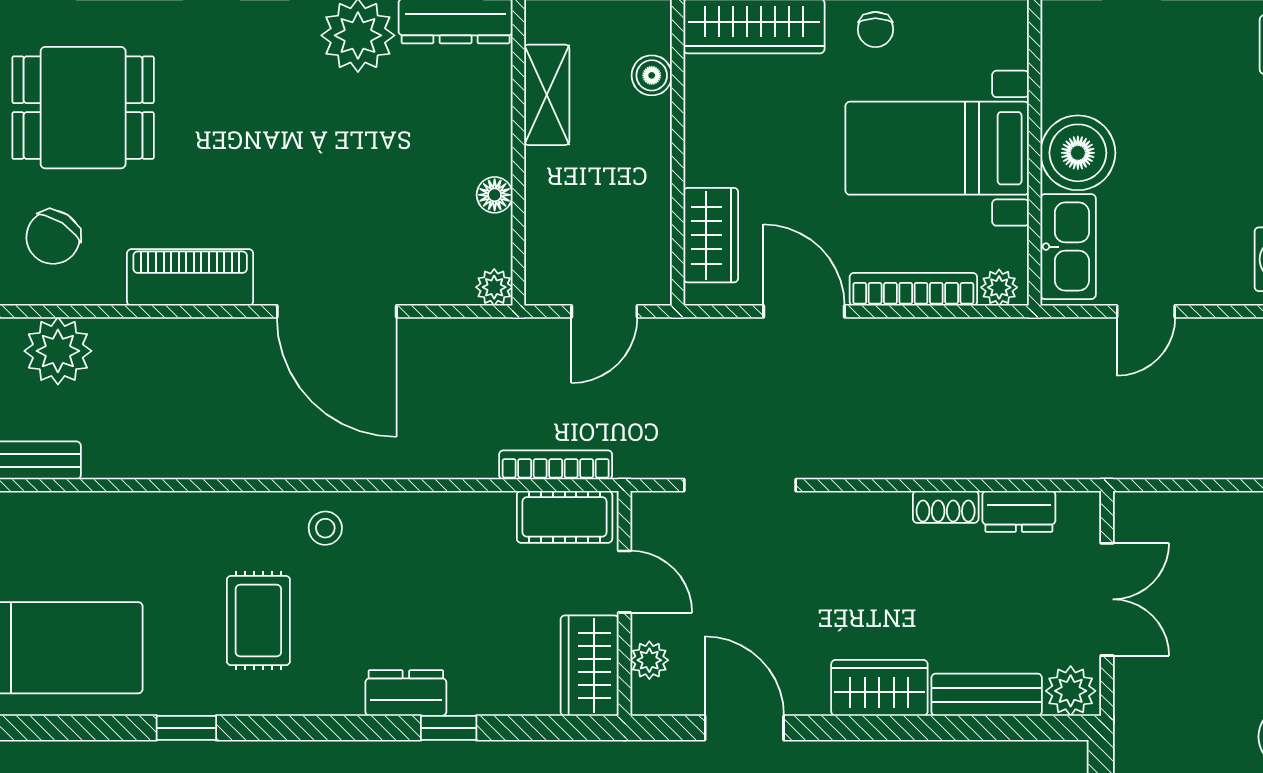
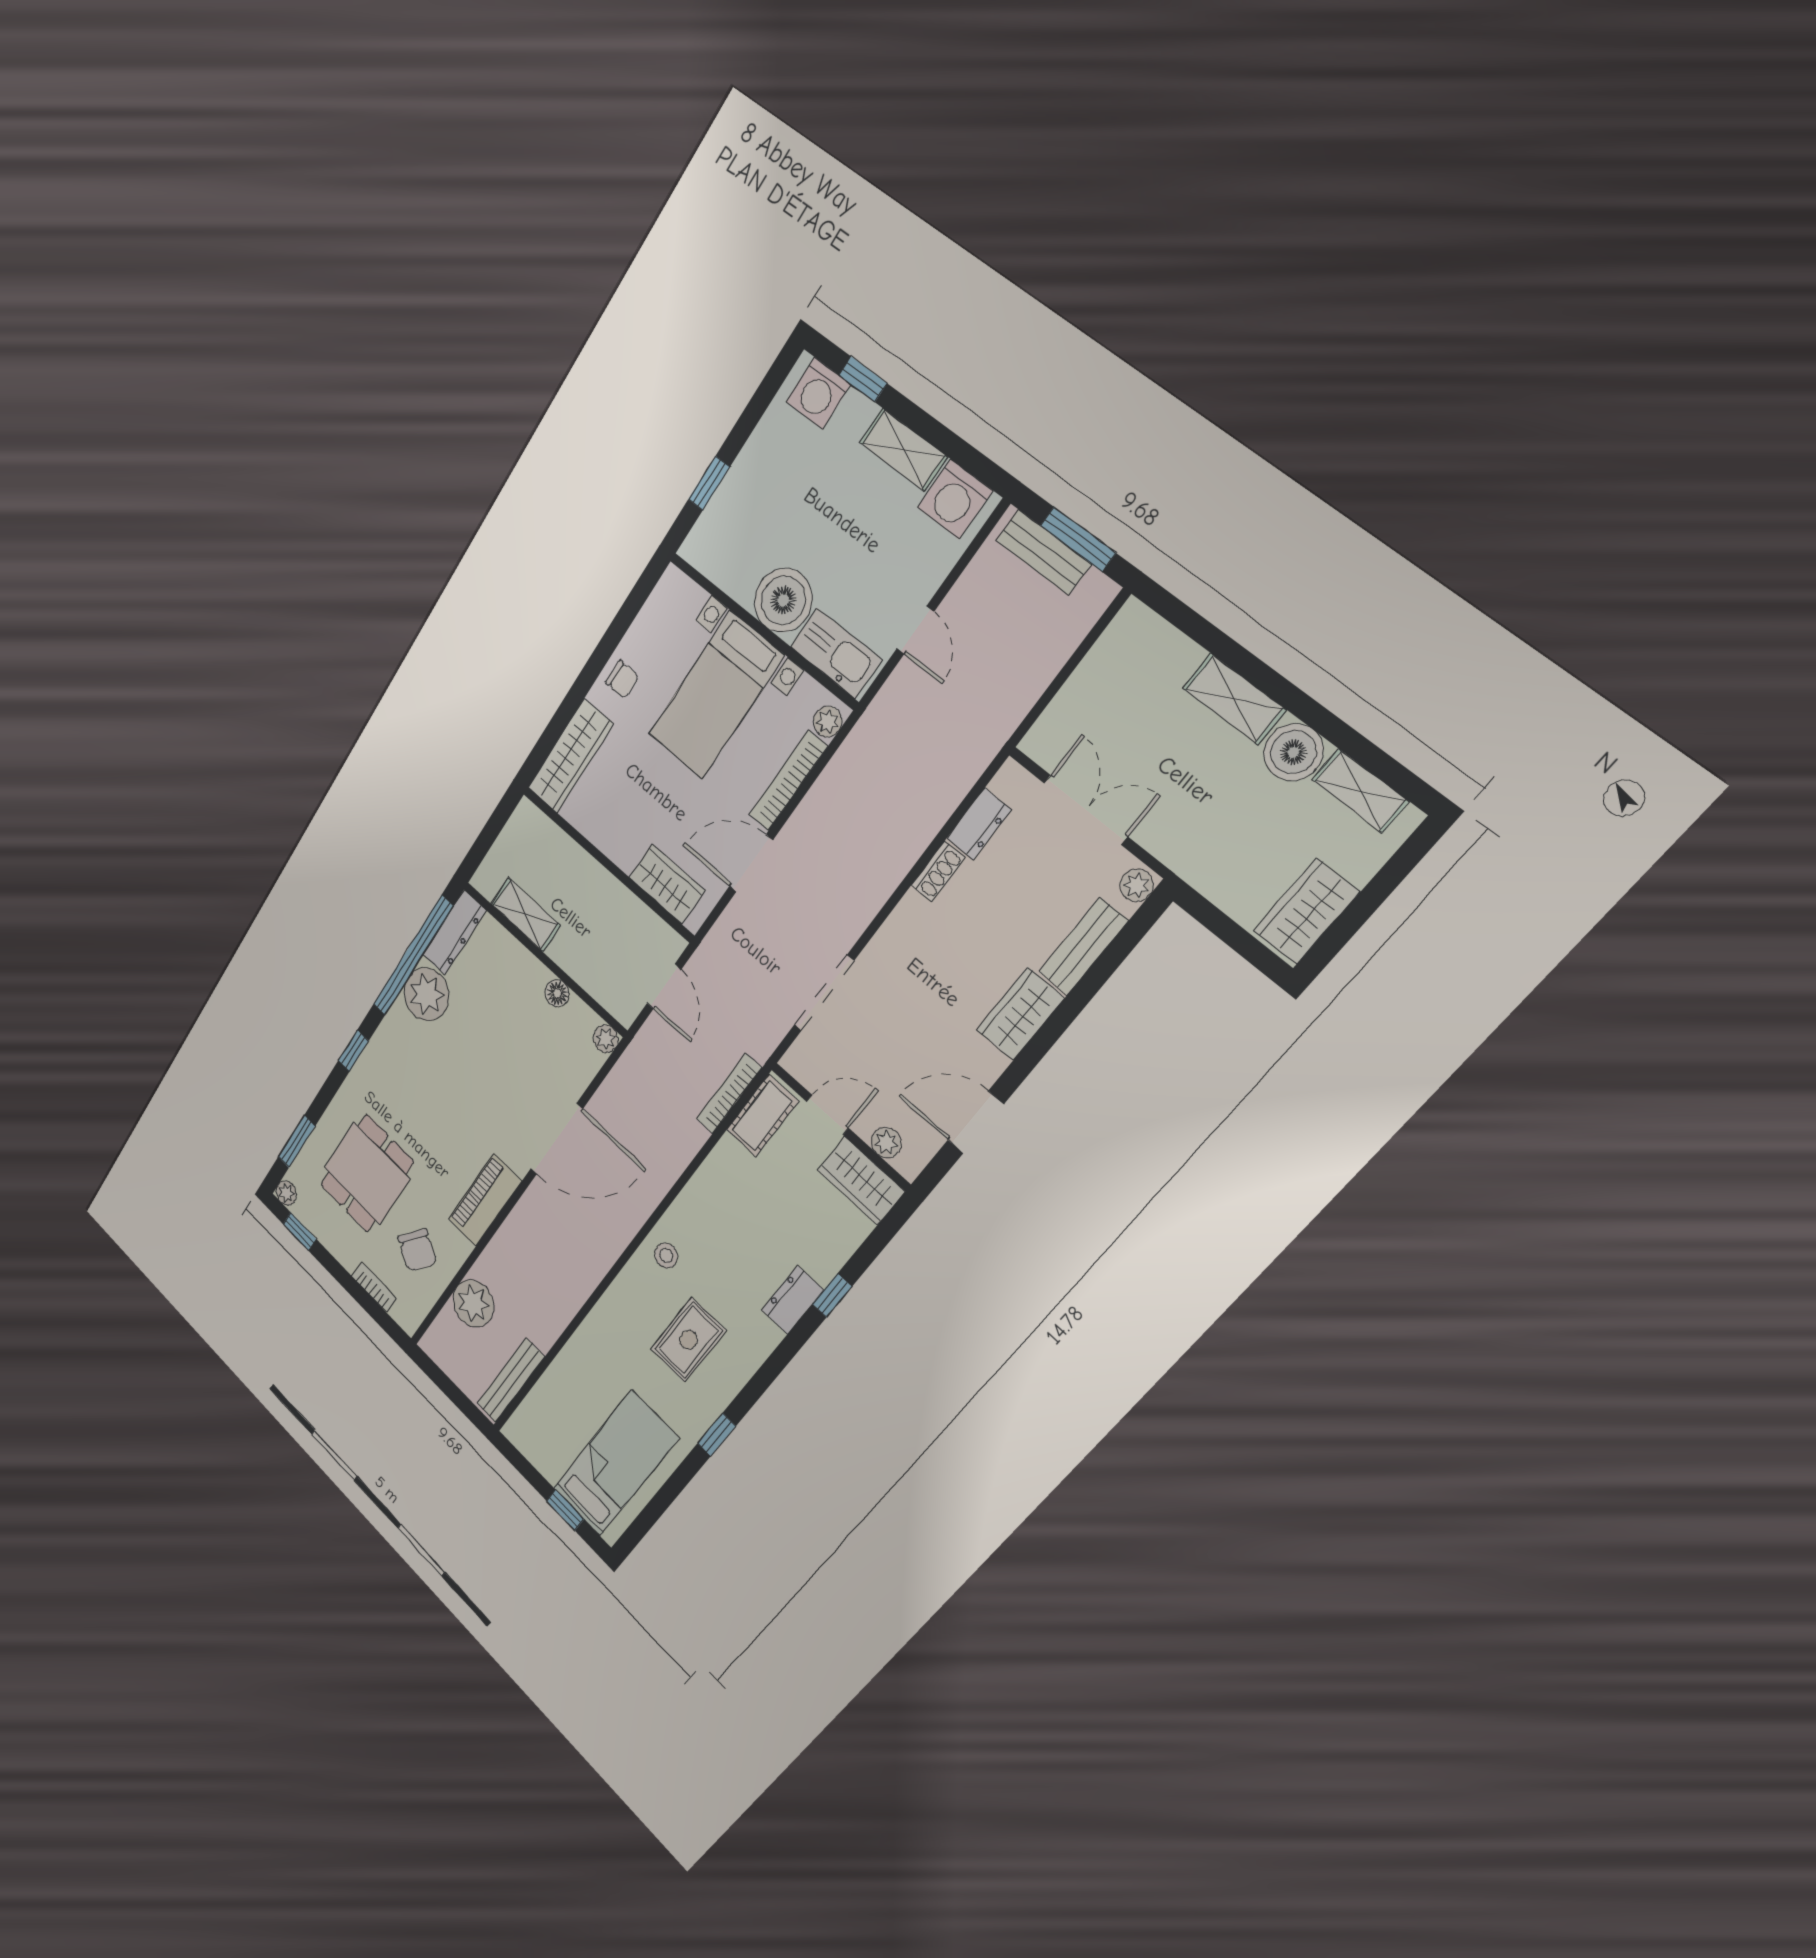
boiler: (652, 75) -> (556, 843), removed
rug: (258, 621) -> (688, 1340), turned 90
plant: (1071, 691) -> (1137, 885), width x0.73, depth x0.73

